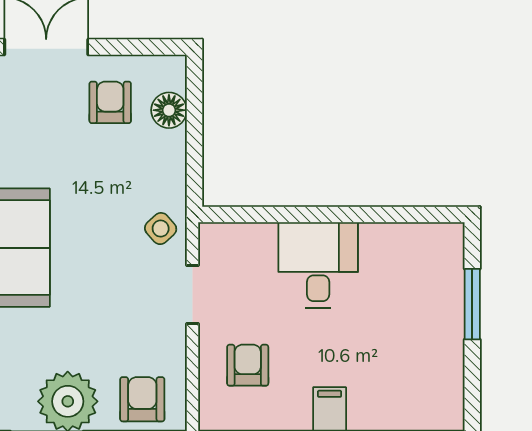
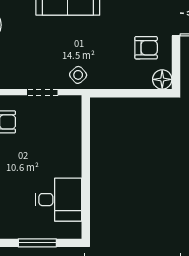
floor lamp: (169, 110) -> (162, 79), moved
desk: (318, 265) -> (58, 200), moved

